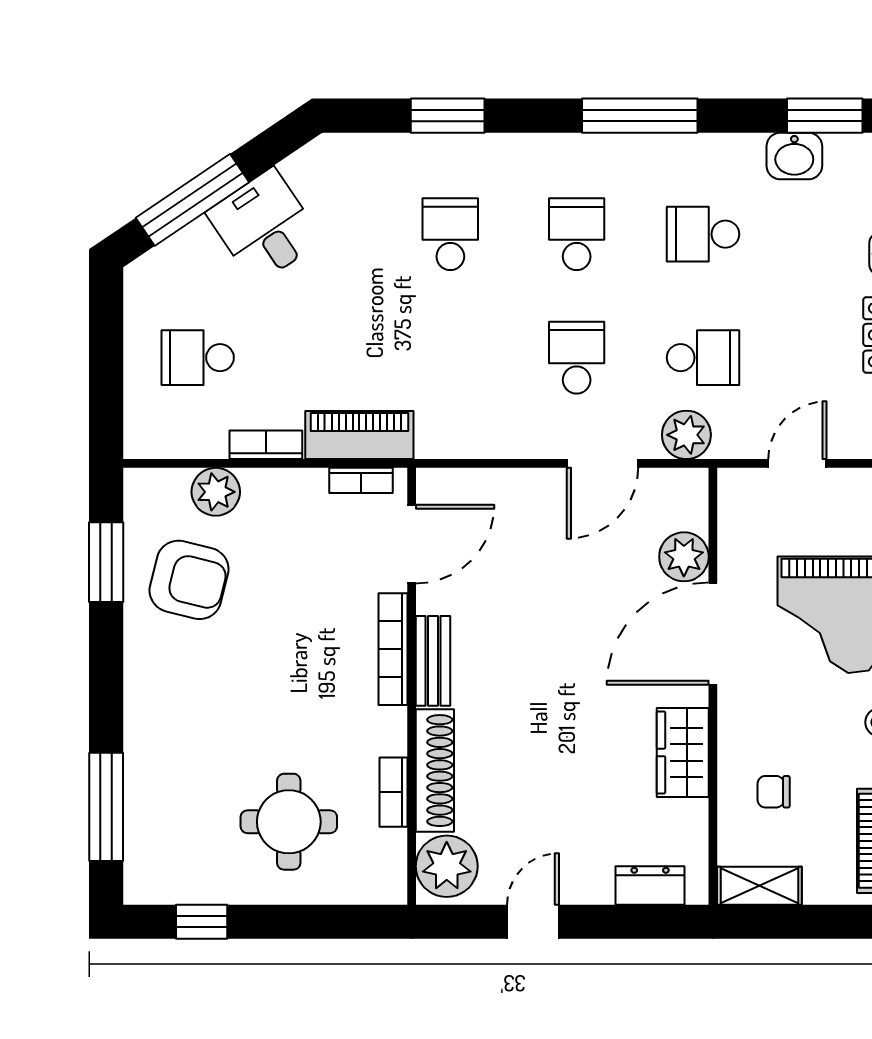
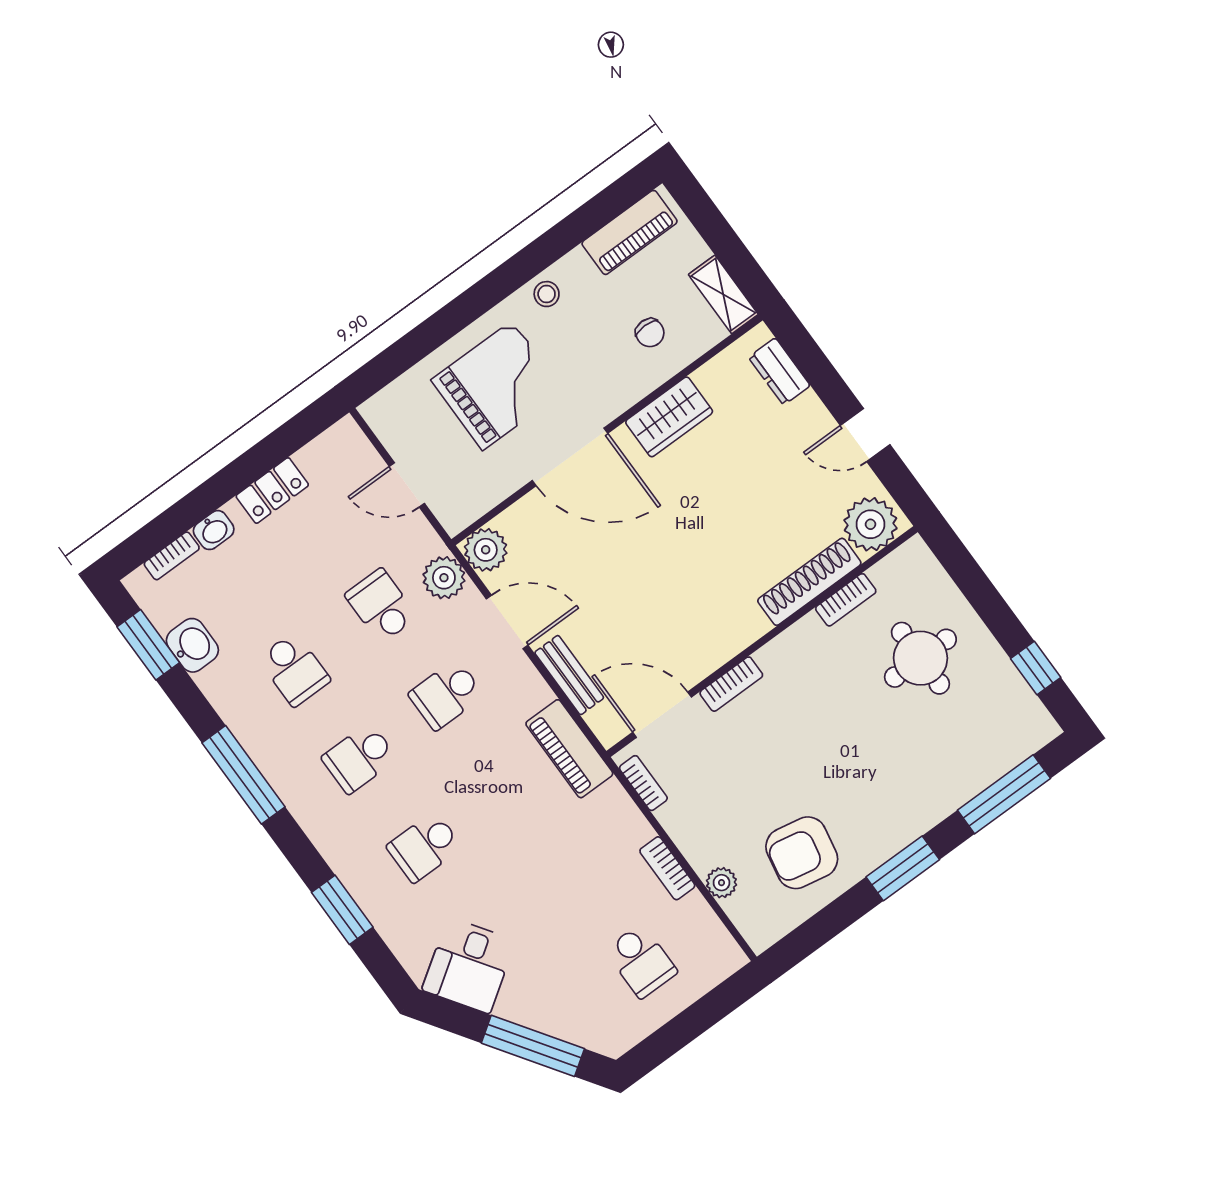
desk: (264, 226) -> (469, 965), moved
piano: (359, 435) -> (569, 749), moved
plant: (216, 492) -> (721, 883), width x0.73, depth x0.73
plant: (684, 557) -> (486, 550), moved
window: (106, 562) -> (903, 868), moved
armchair: (189, 580) -> (802, 853), turned -93
bookcase: (393, 649) -> (731, 684), width x0.64
bench: (433, 661) -> (569, 675), moved, turned 90

